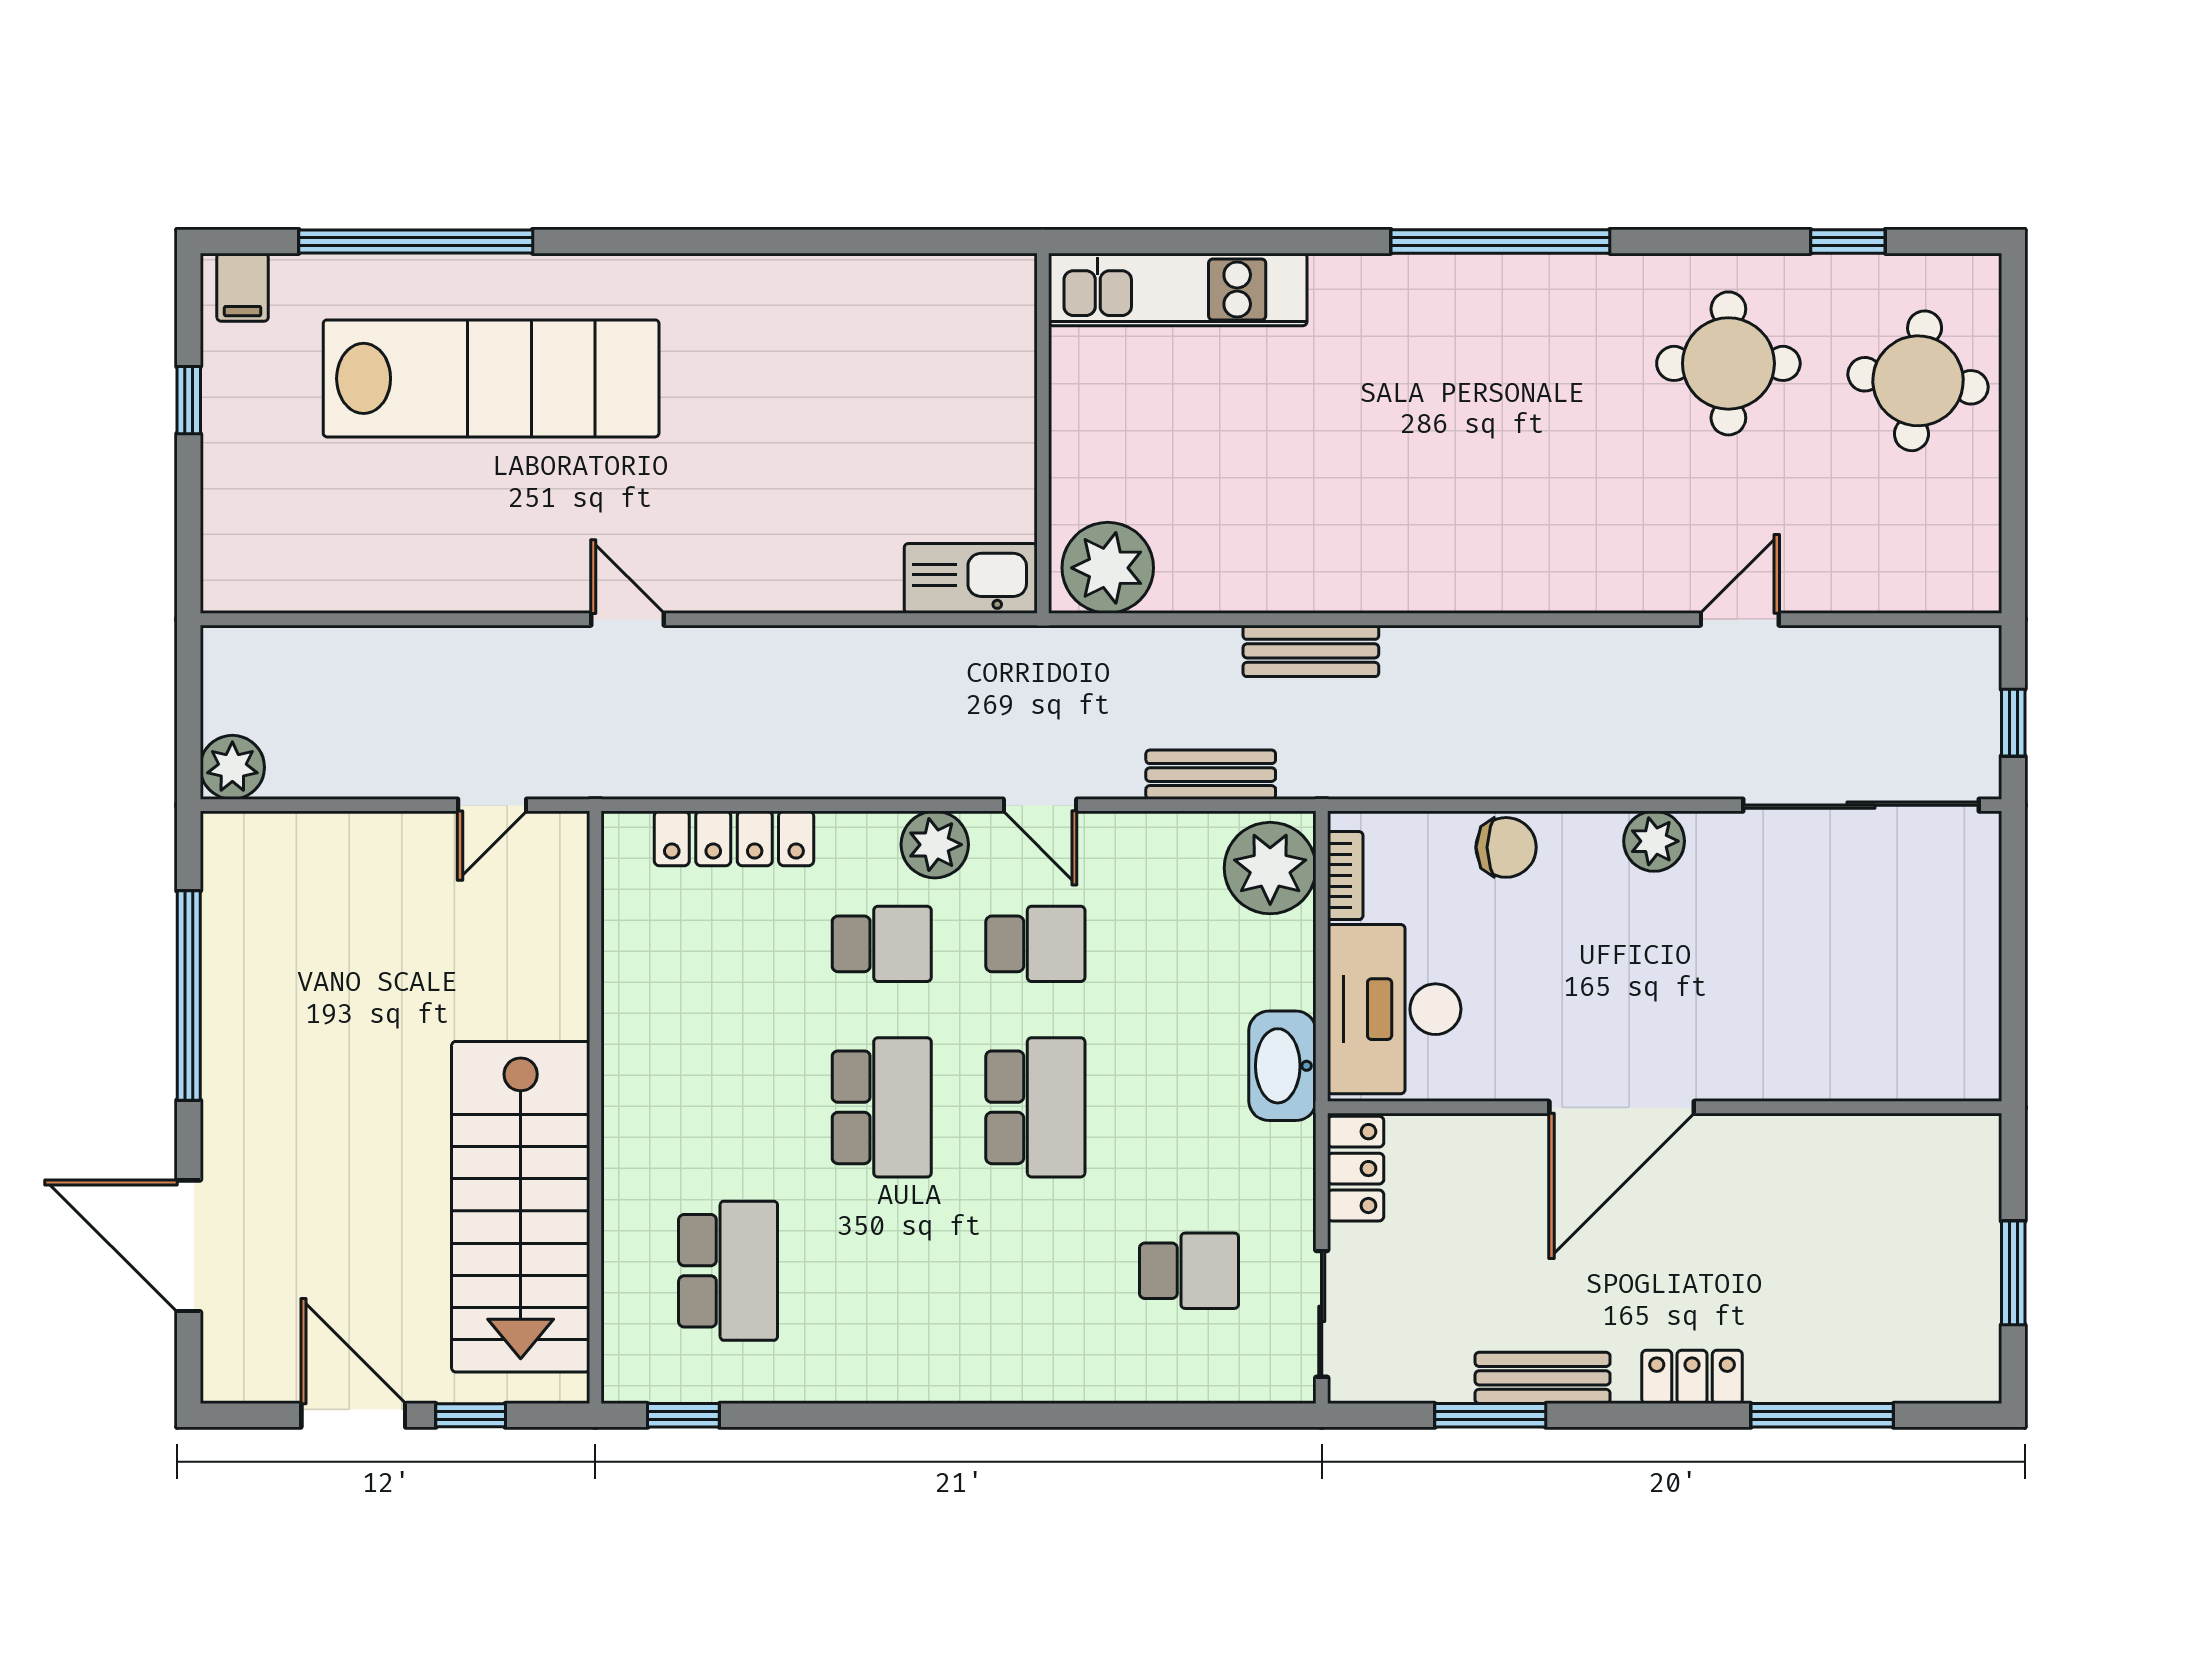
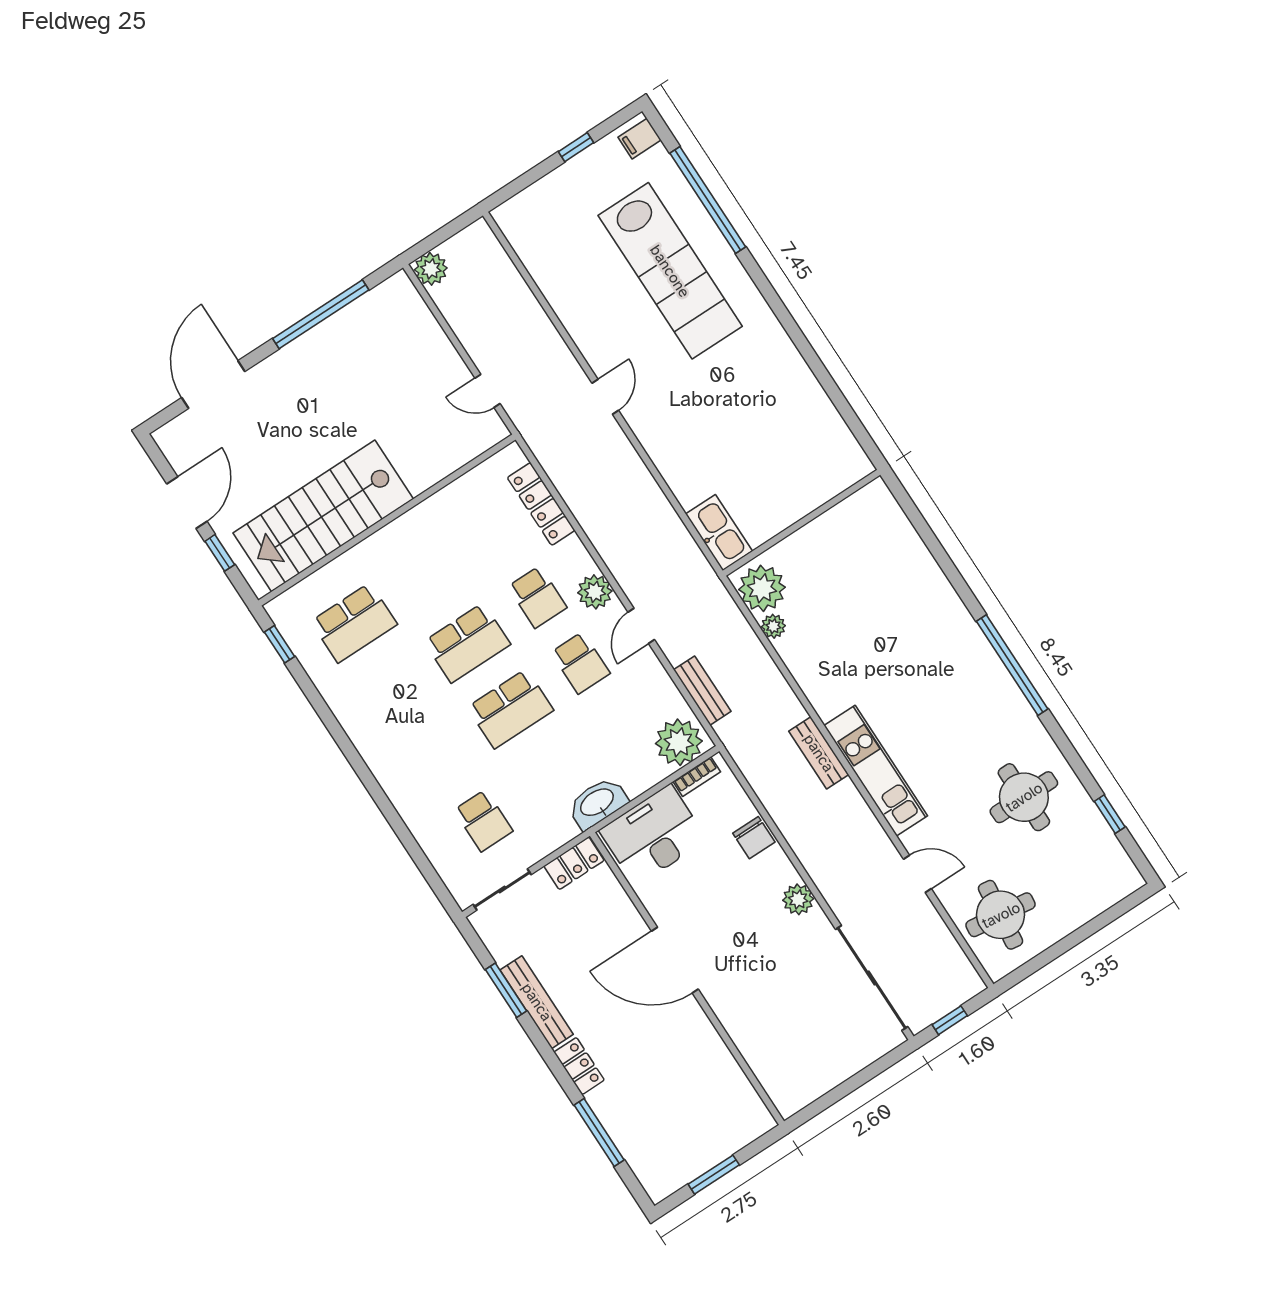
kitchen unit: (1178, 290) -> (876, 771), moved, turned 180
round table: (1918, 381) -> (1001, 915), moved
plant: (1182, 590) -> (773, 626), added
bench: (1311, 651) -> (819, 753), moved
bench: (1543, 1378) -> (537, 1002), width x1.36

